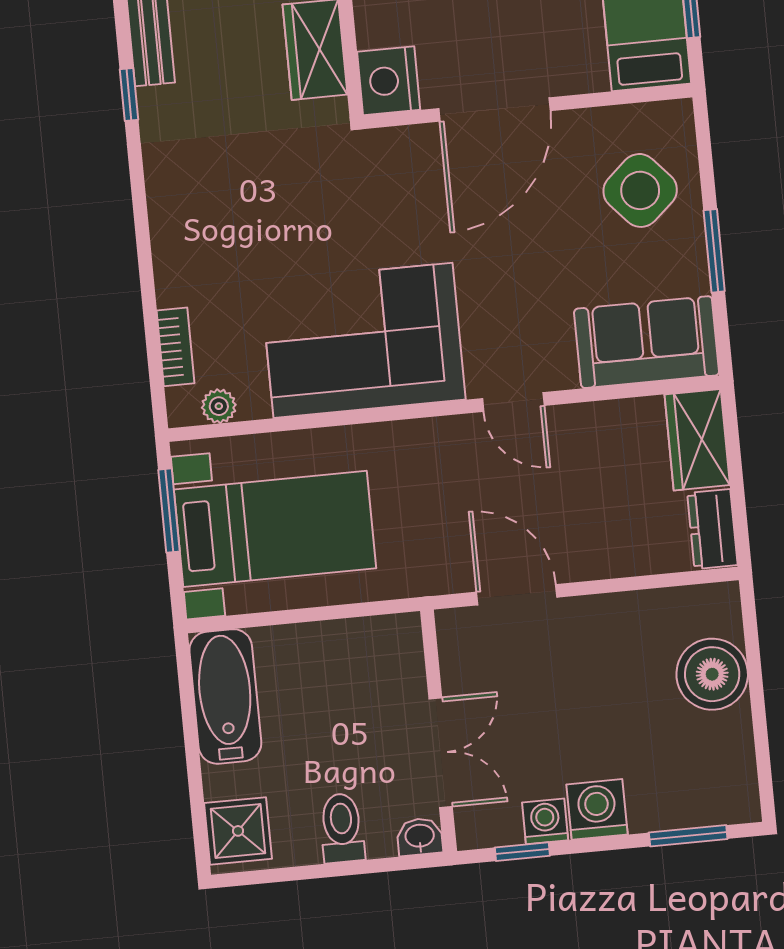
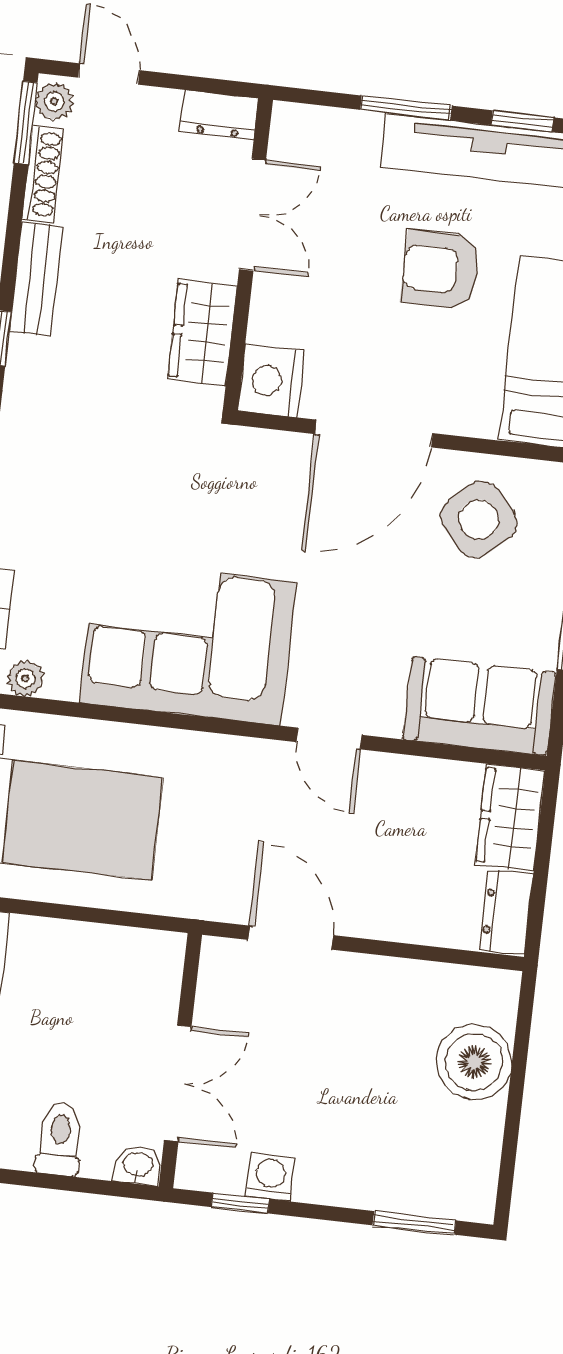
side table: (640, 190) -> (479, 520), moved
washing machine: (597, 809) -> (326, 1176), removed

